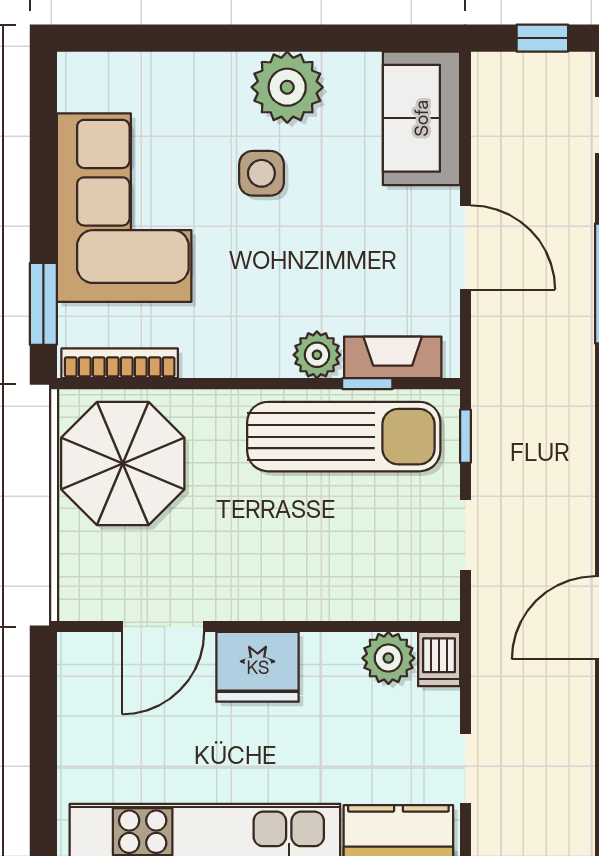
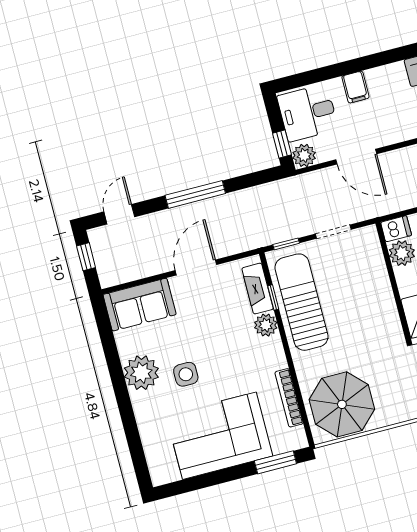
bookcase: (120, 363) -> (289, 398), moved

